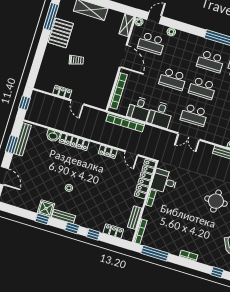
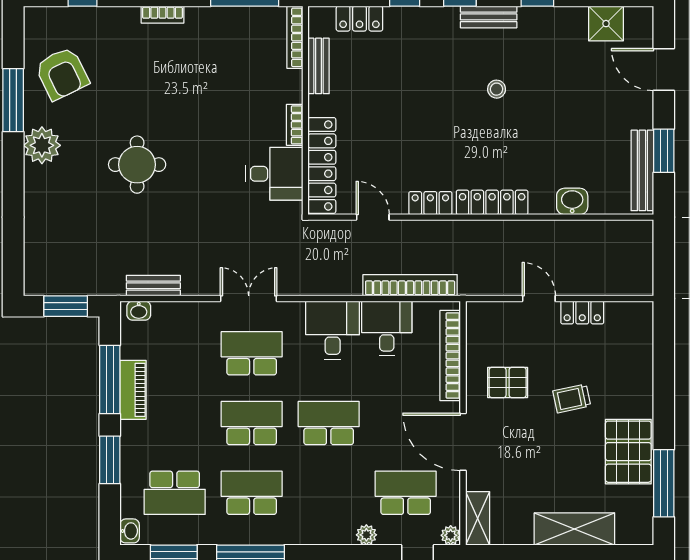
pallet: (99, 74) -> (508, 382), added
window: (25, 103) -> (664, 259), removed
locker: (74, 142) -> (492, 202), moved
shower: (46, 208) -> (606, 24), moved

